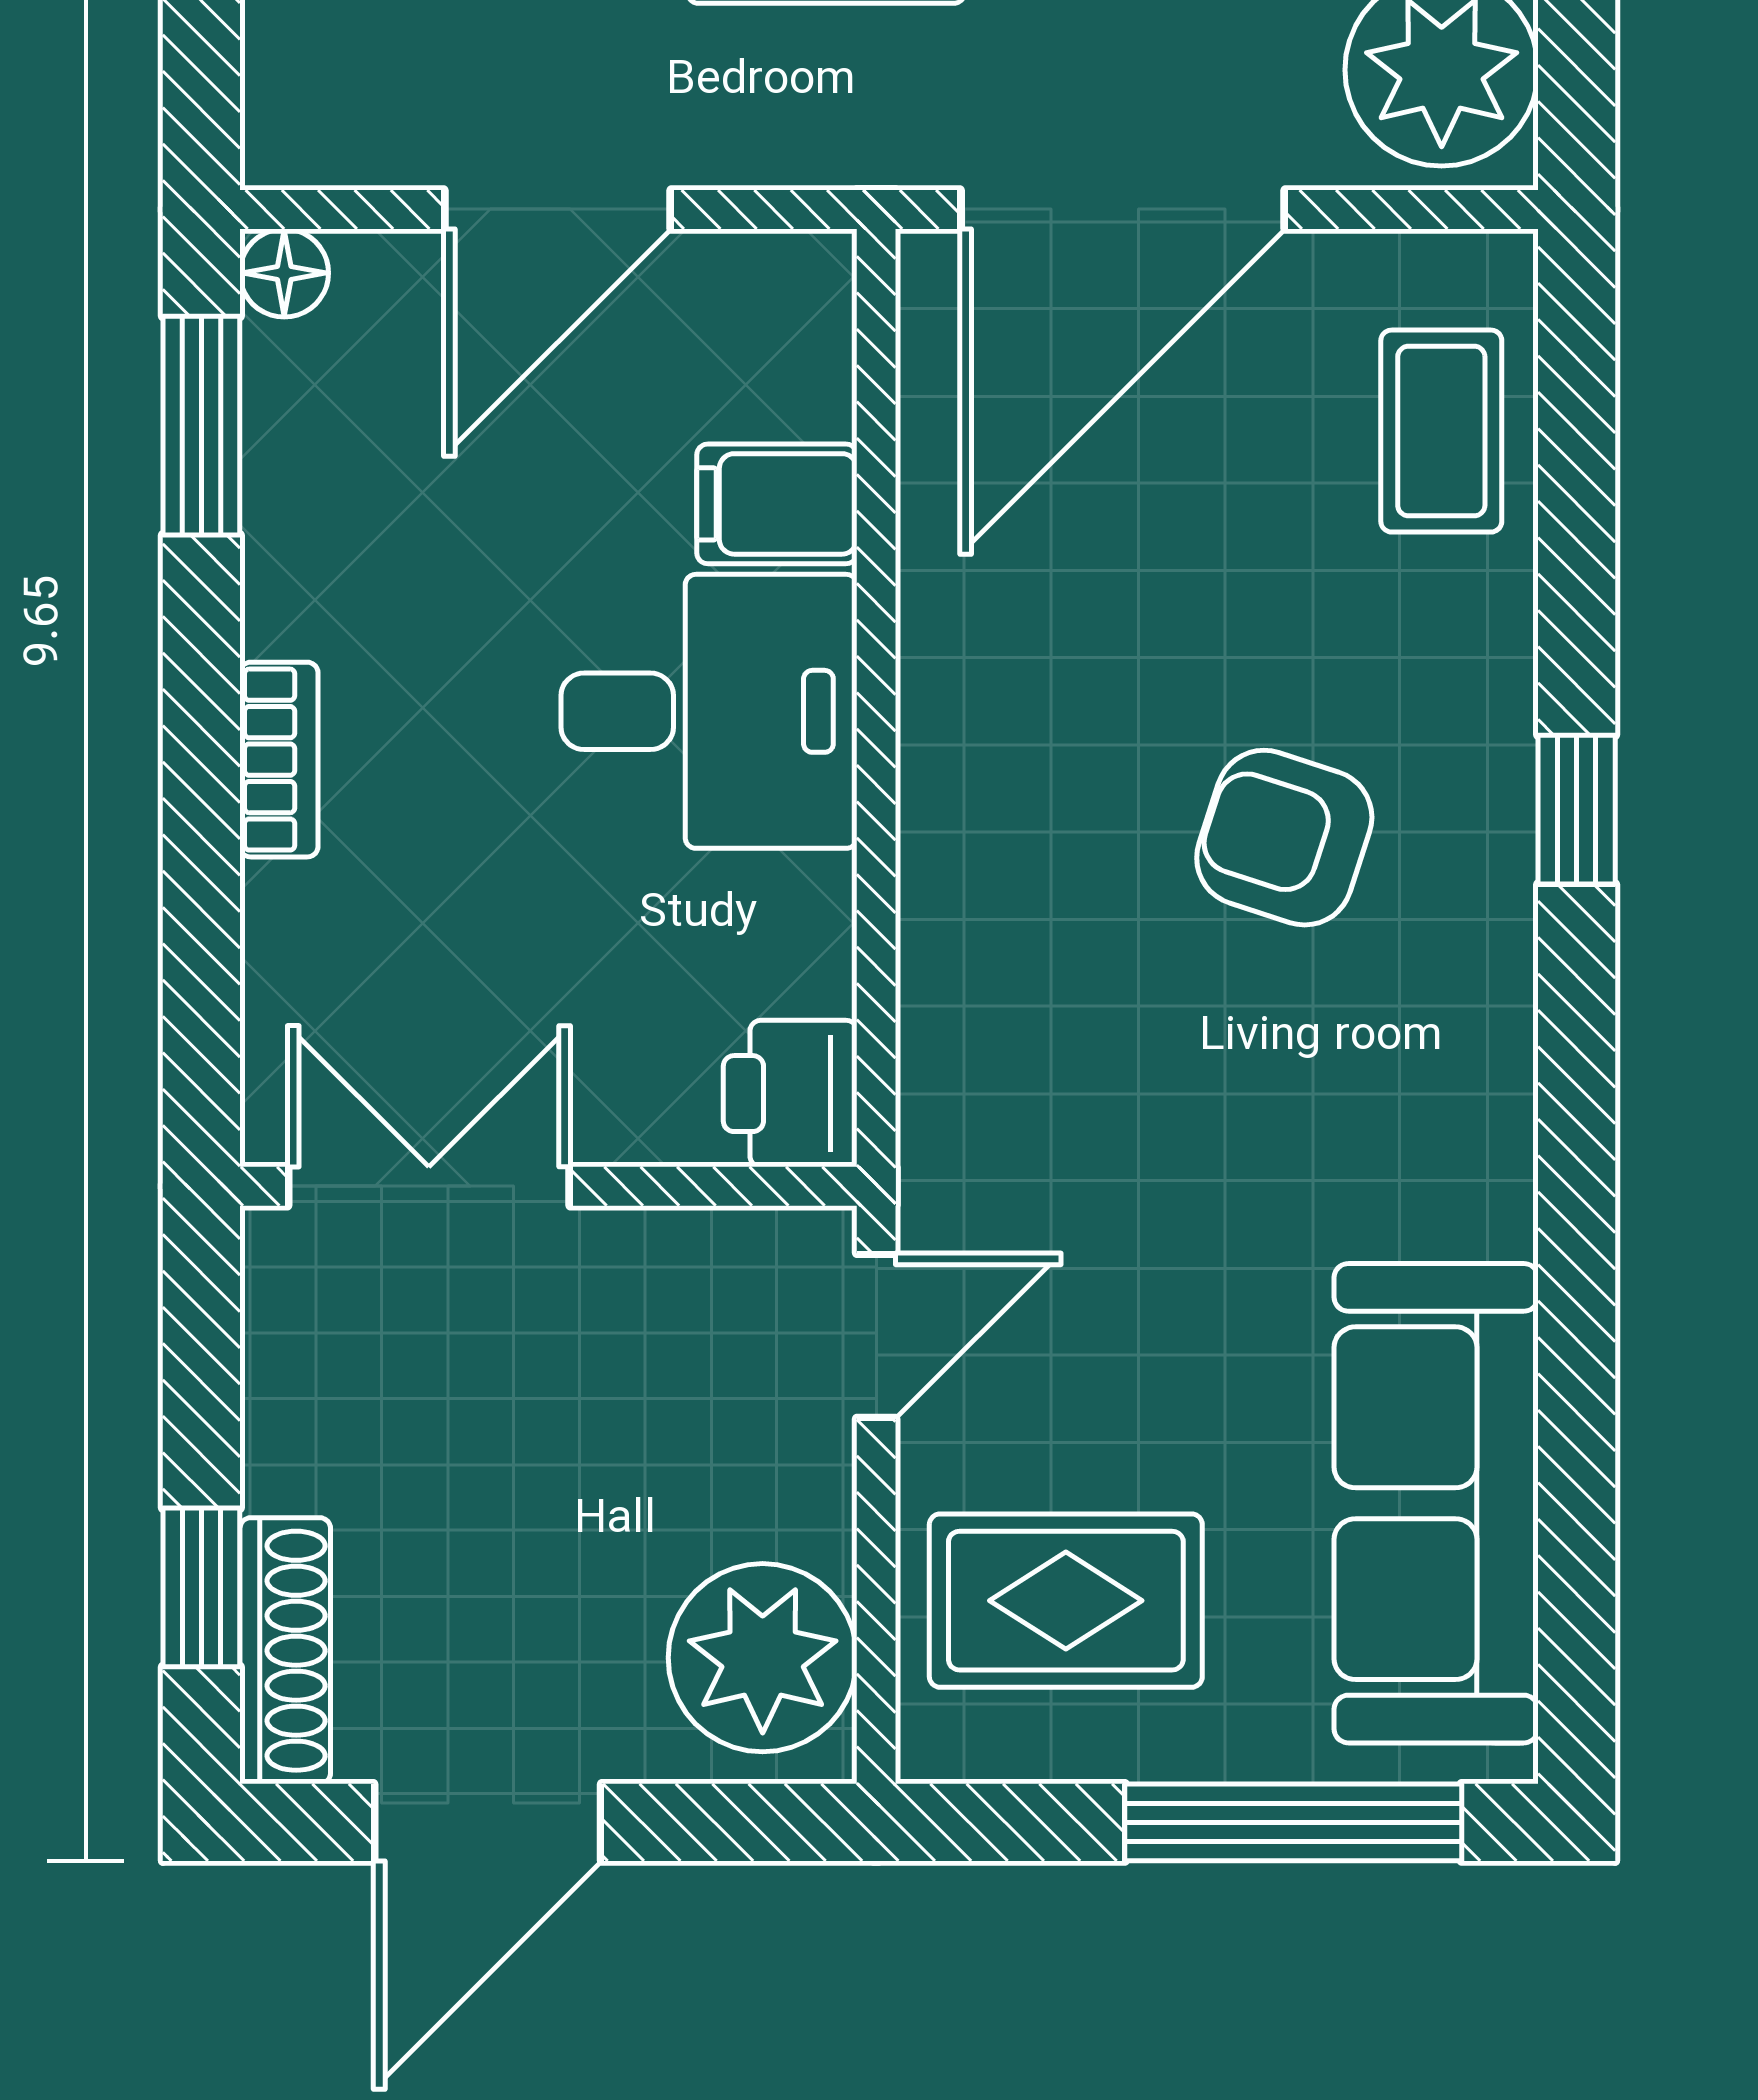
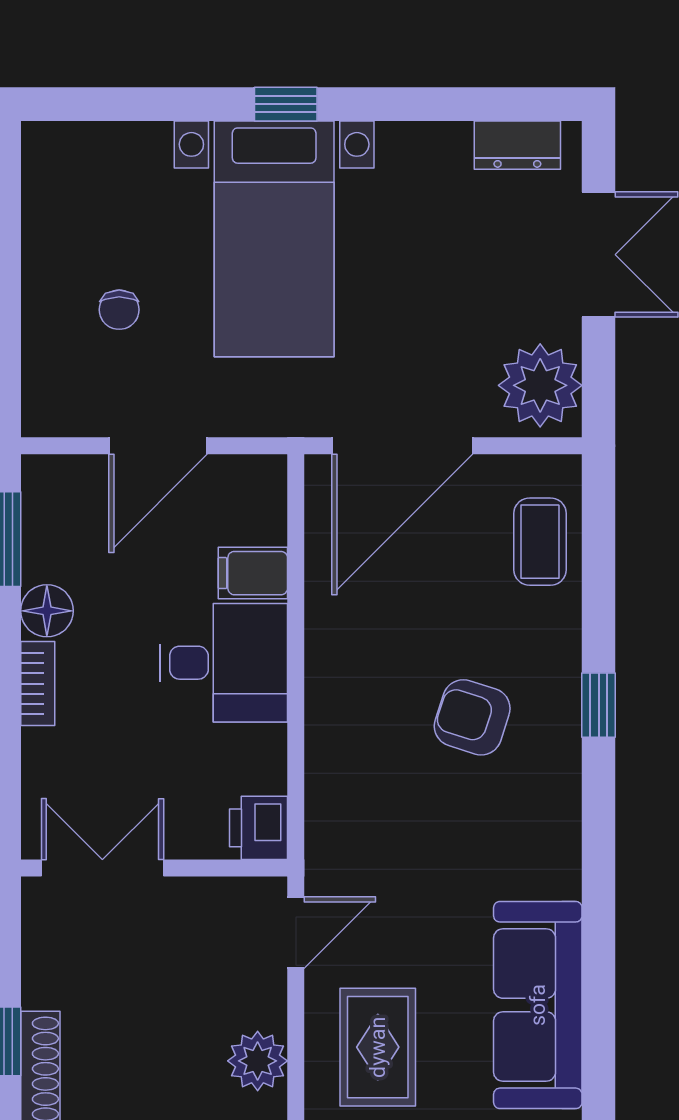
floor lamp: (284, 273) -> (47, 611), moved, width x1.37, depth x1.37
rug: (1066, 1601) -> (378, 1047), turned 90
plant: (763, 1658) -> (258, 1061), width x0.73, depth x0.73

